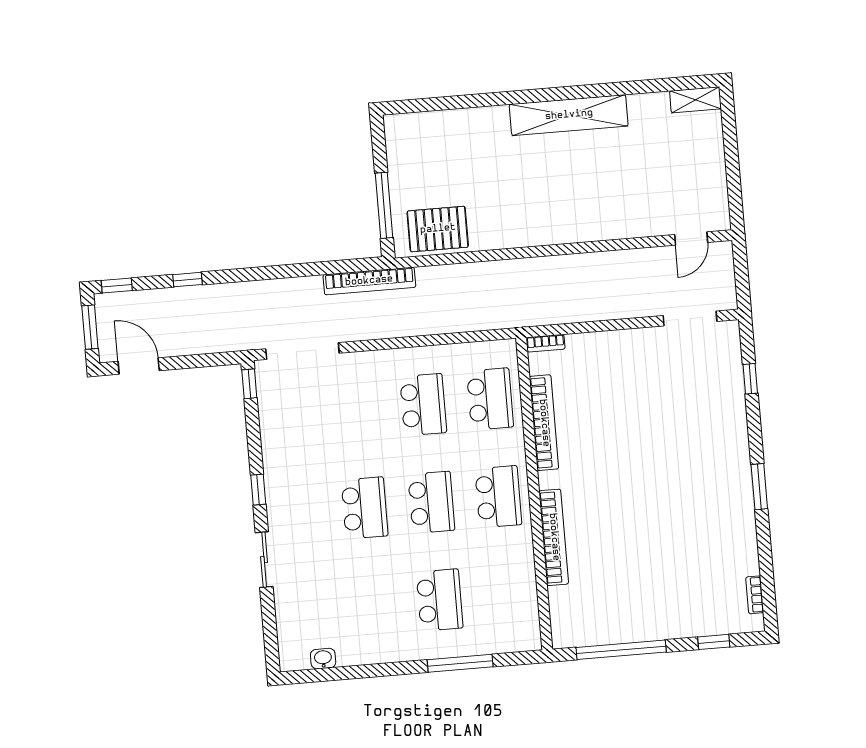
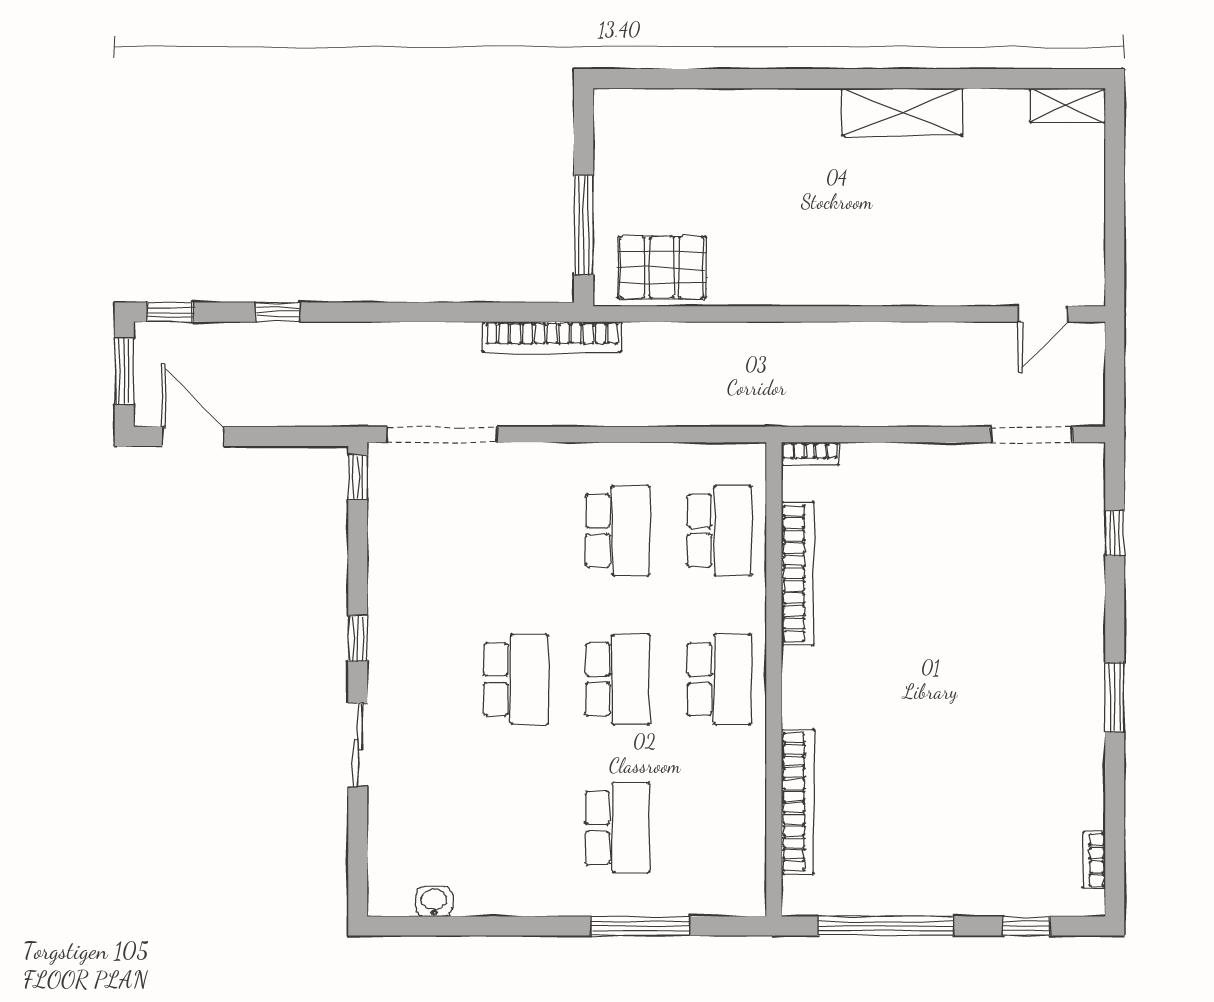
shelving: (569, 115) -> (902, 112), width x0.68
bookcase: (554, 537) -> (798, 802), moved

